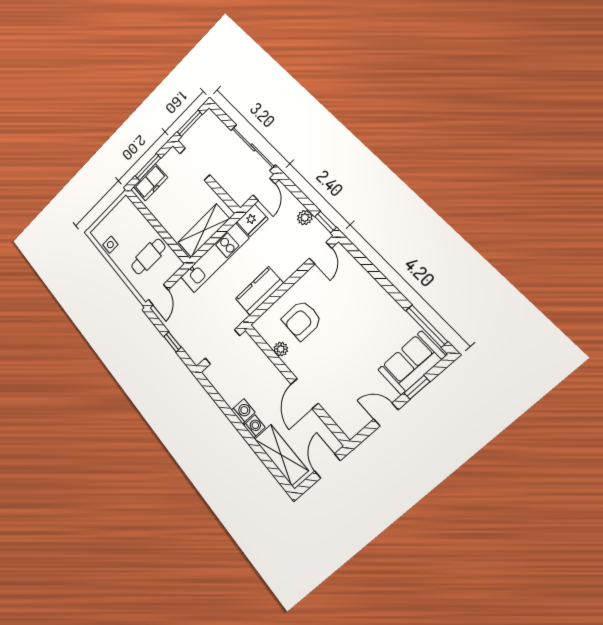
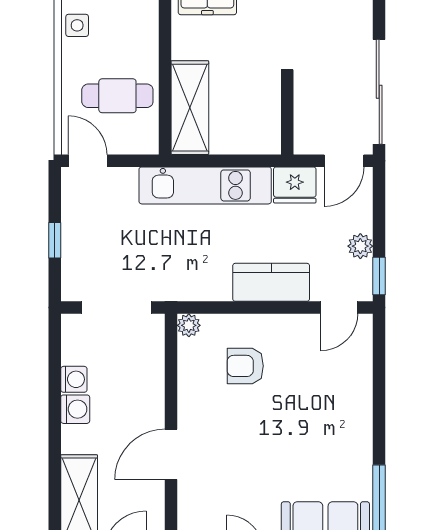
shelving: (204, 230) -> (190, 108), moved, turned 90
kitchen counter: (259, 291) -> (271, 282), moved
door: (158, 295) -> (88, 161), swing flipped
armchair: (302, 320) -> (245, 366), width x0.72, depth x0.72
plant: (281, 349) -> (189, 325), moved
washing machine: (254, 426) -> (74, 379), moved

